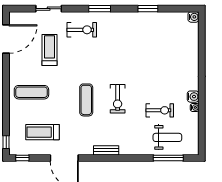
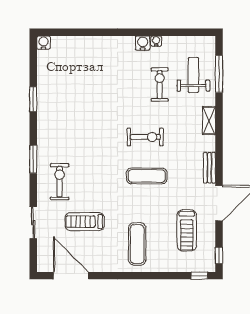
bench: (106, 150) -> (209, 168), moved
shelving: (131, 150) -> (209, 121), added

